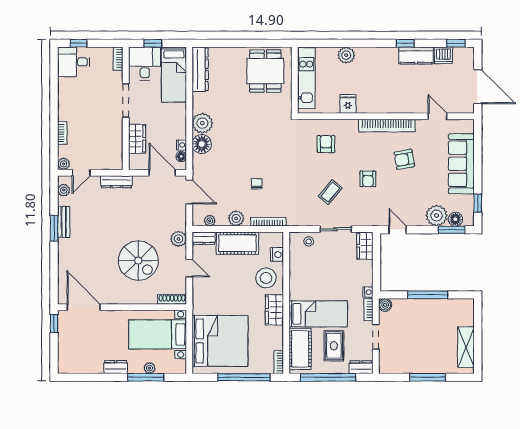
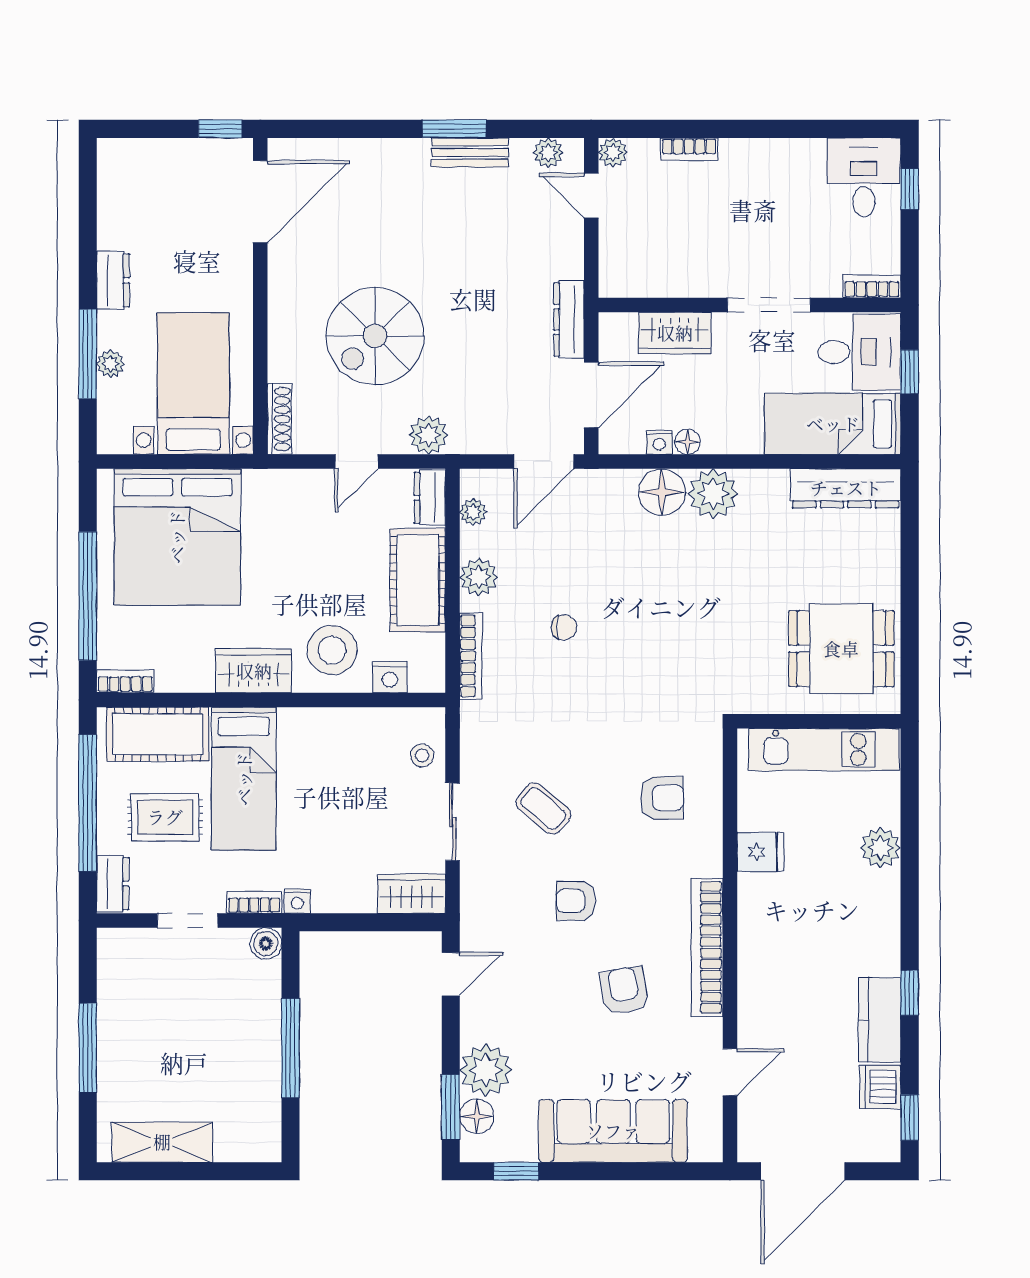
floor lamp: (181, 156) -> (688, 442), moved
dresser: (116, 182) -> (569, 319), moved

